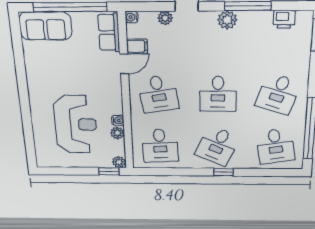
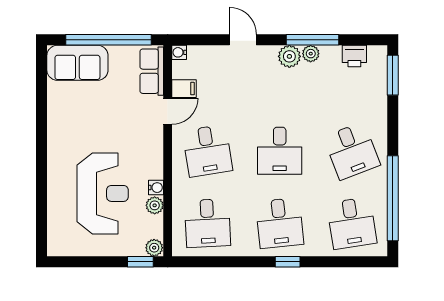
plant: (165, 18) -> (311, 54), moved
desk: (278, 94) -> (352, 151), turned -39
desk: (217, 146) -> (280, 223), turned -30

